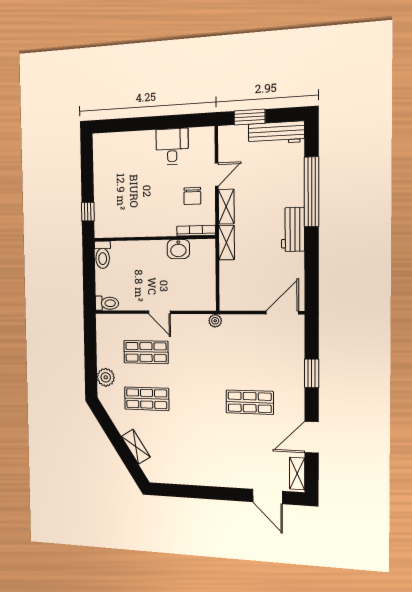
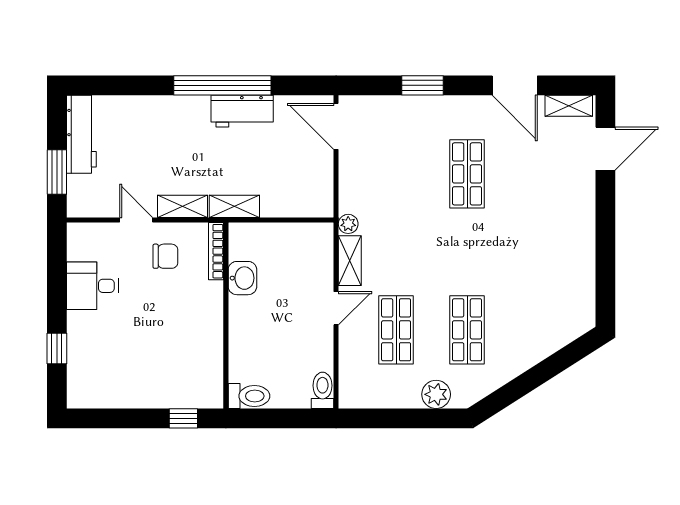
window: (131, 124) -> (57, 349), added
window: (312, 192) -> (222, 85), moved
workbench: (293, 229) -> (242, 111), moved
shelving: (136, 447) -> (350, 261), moved, turned -58

